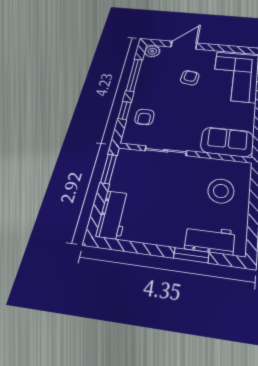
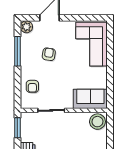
armchair: (190, 78) -> (49, 54), moved
window: (125, 110) -> (17, 83), removed
stool: (221, 191) -> (97, 122), moved

